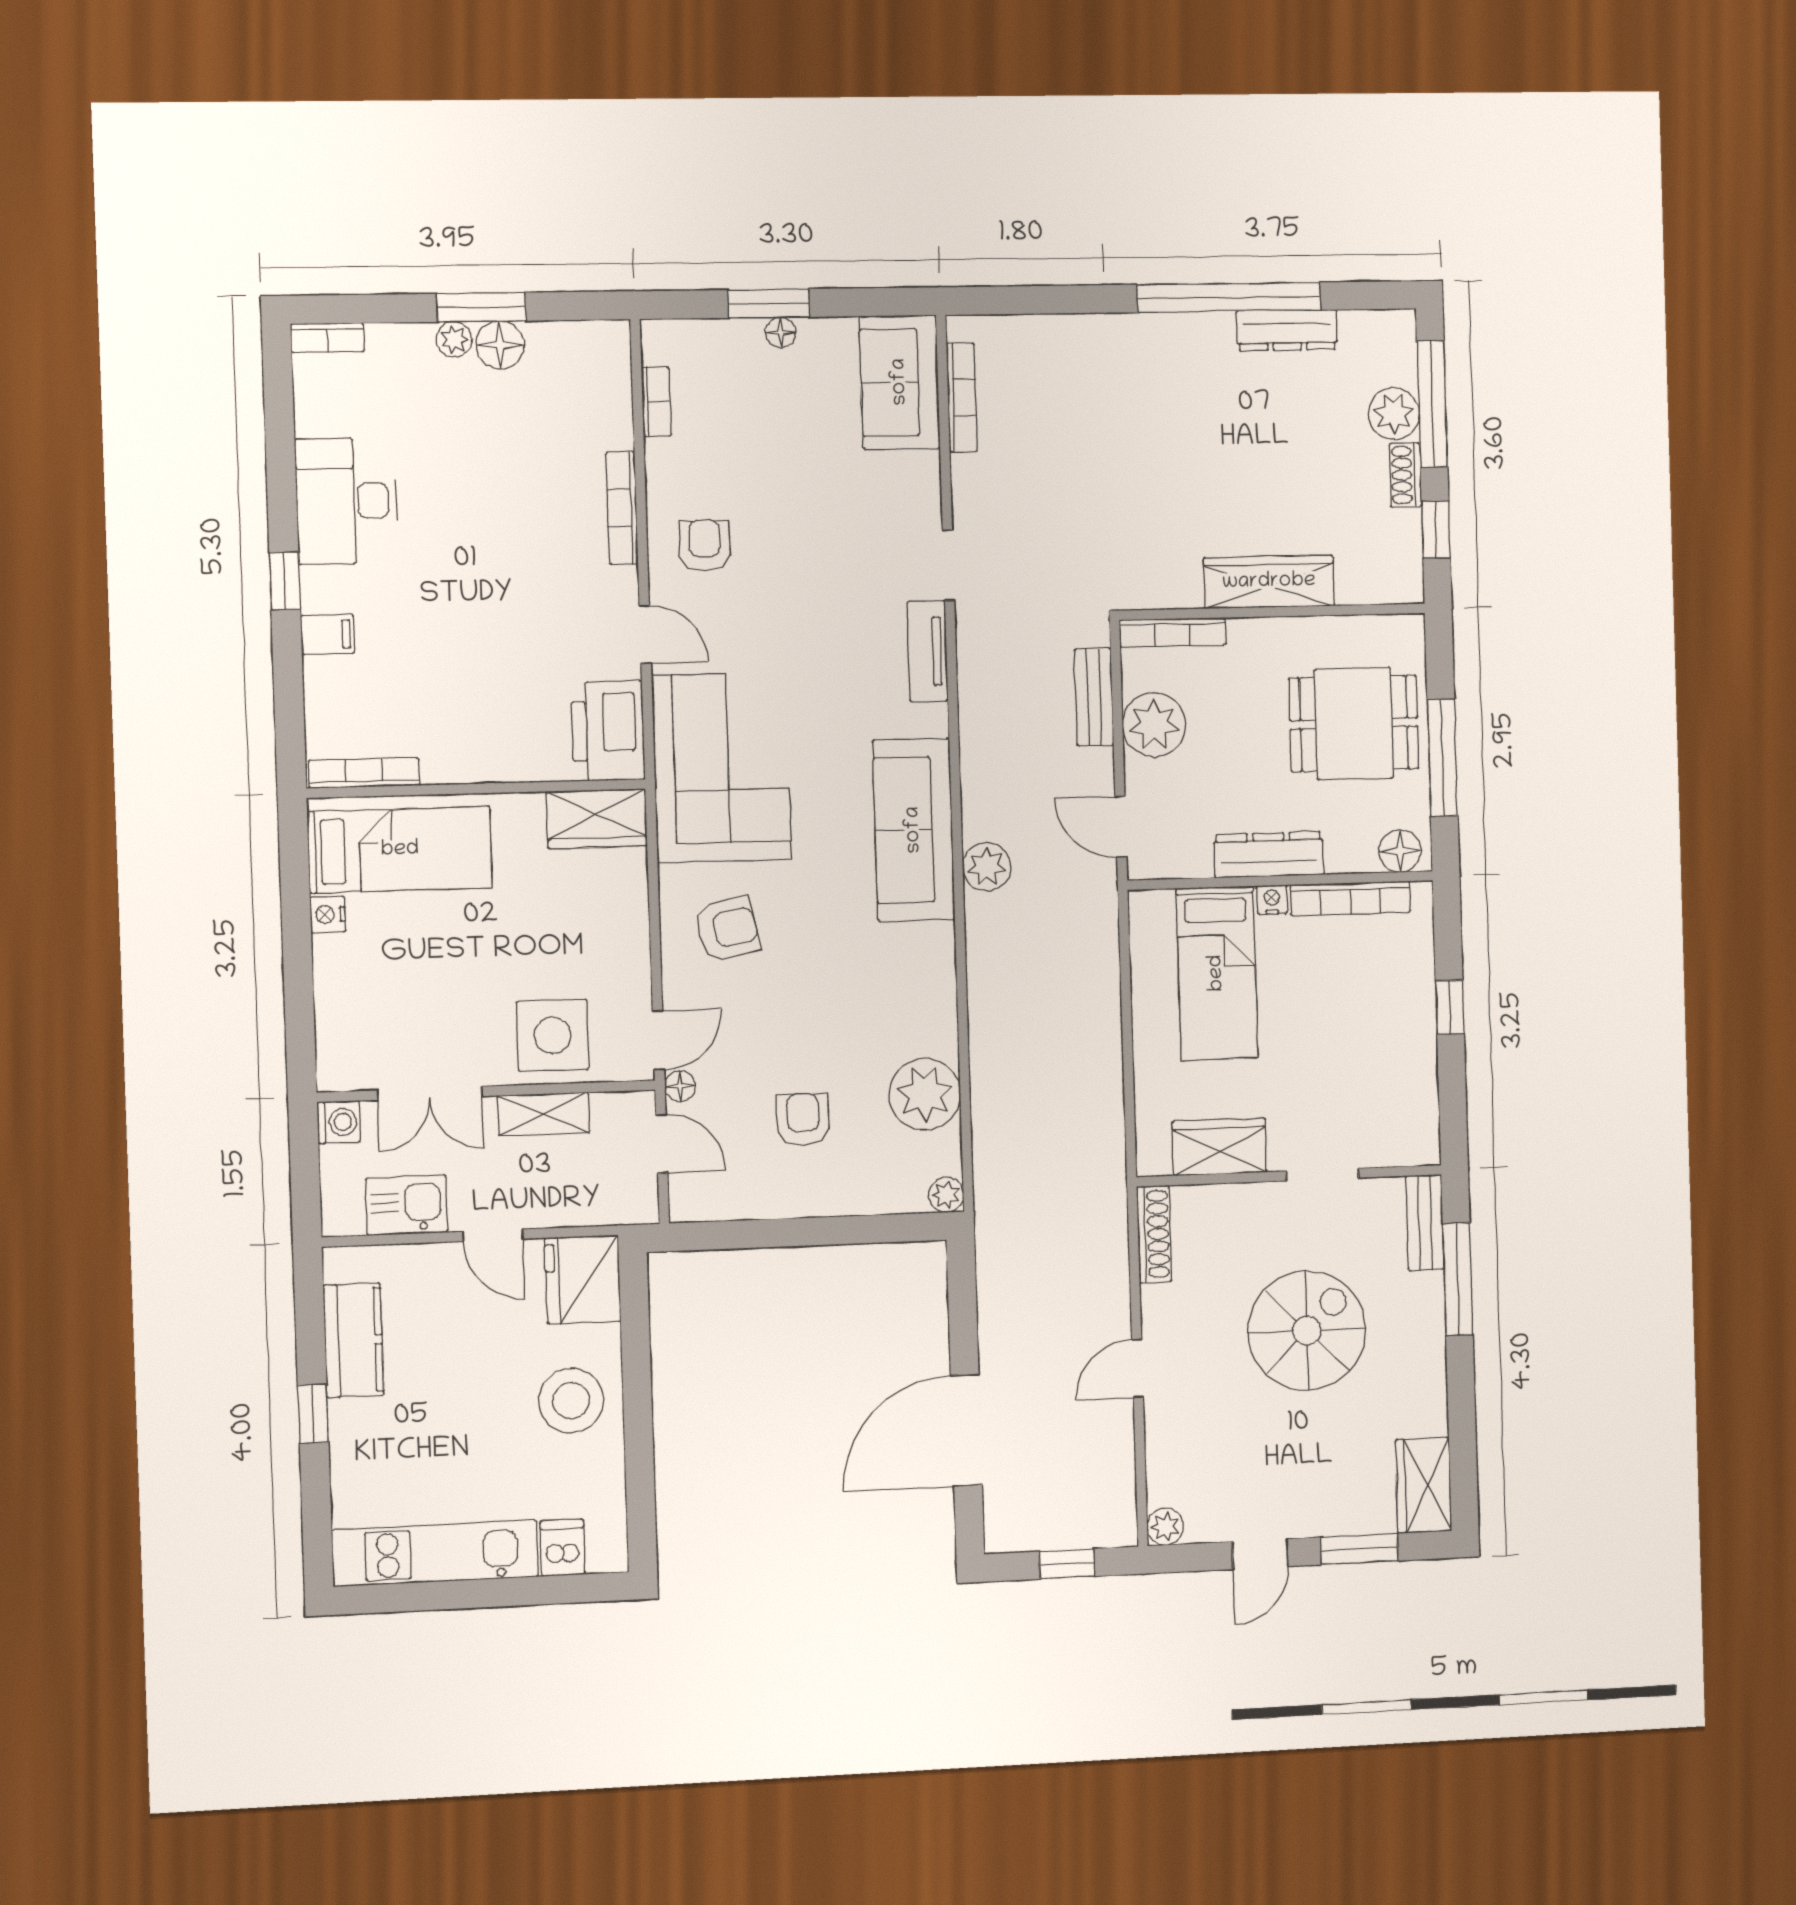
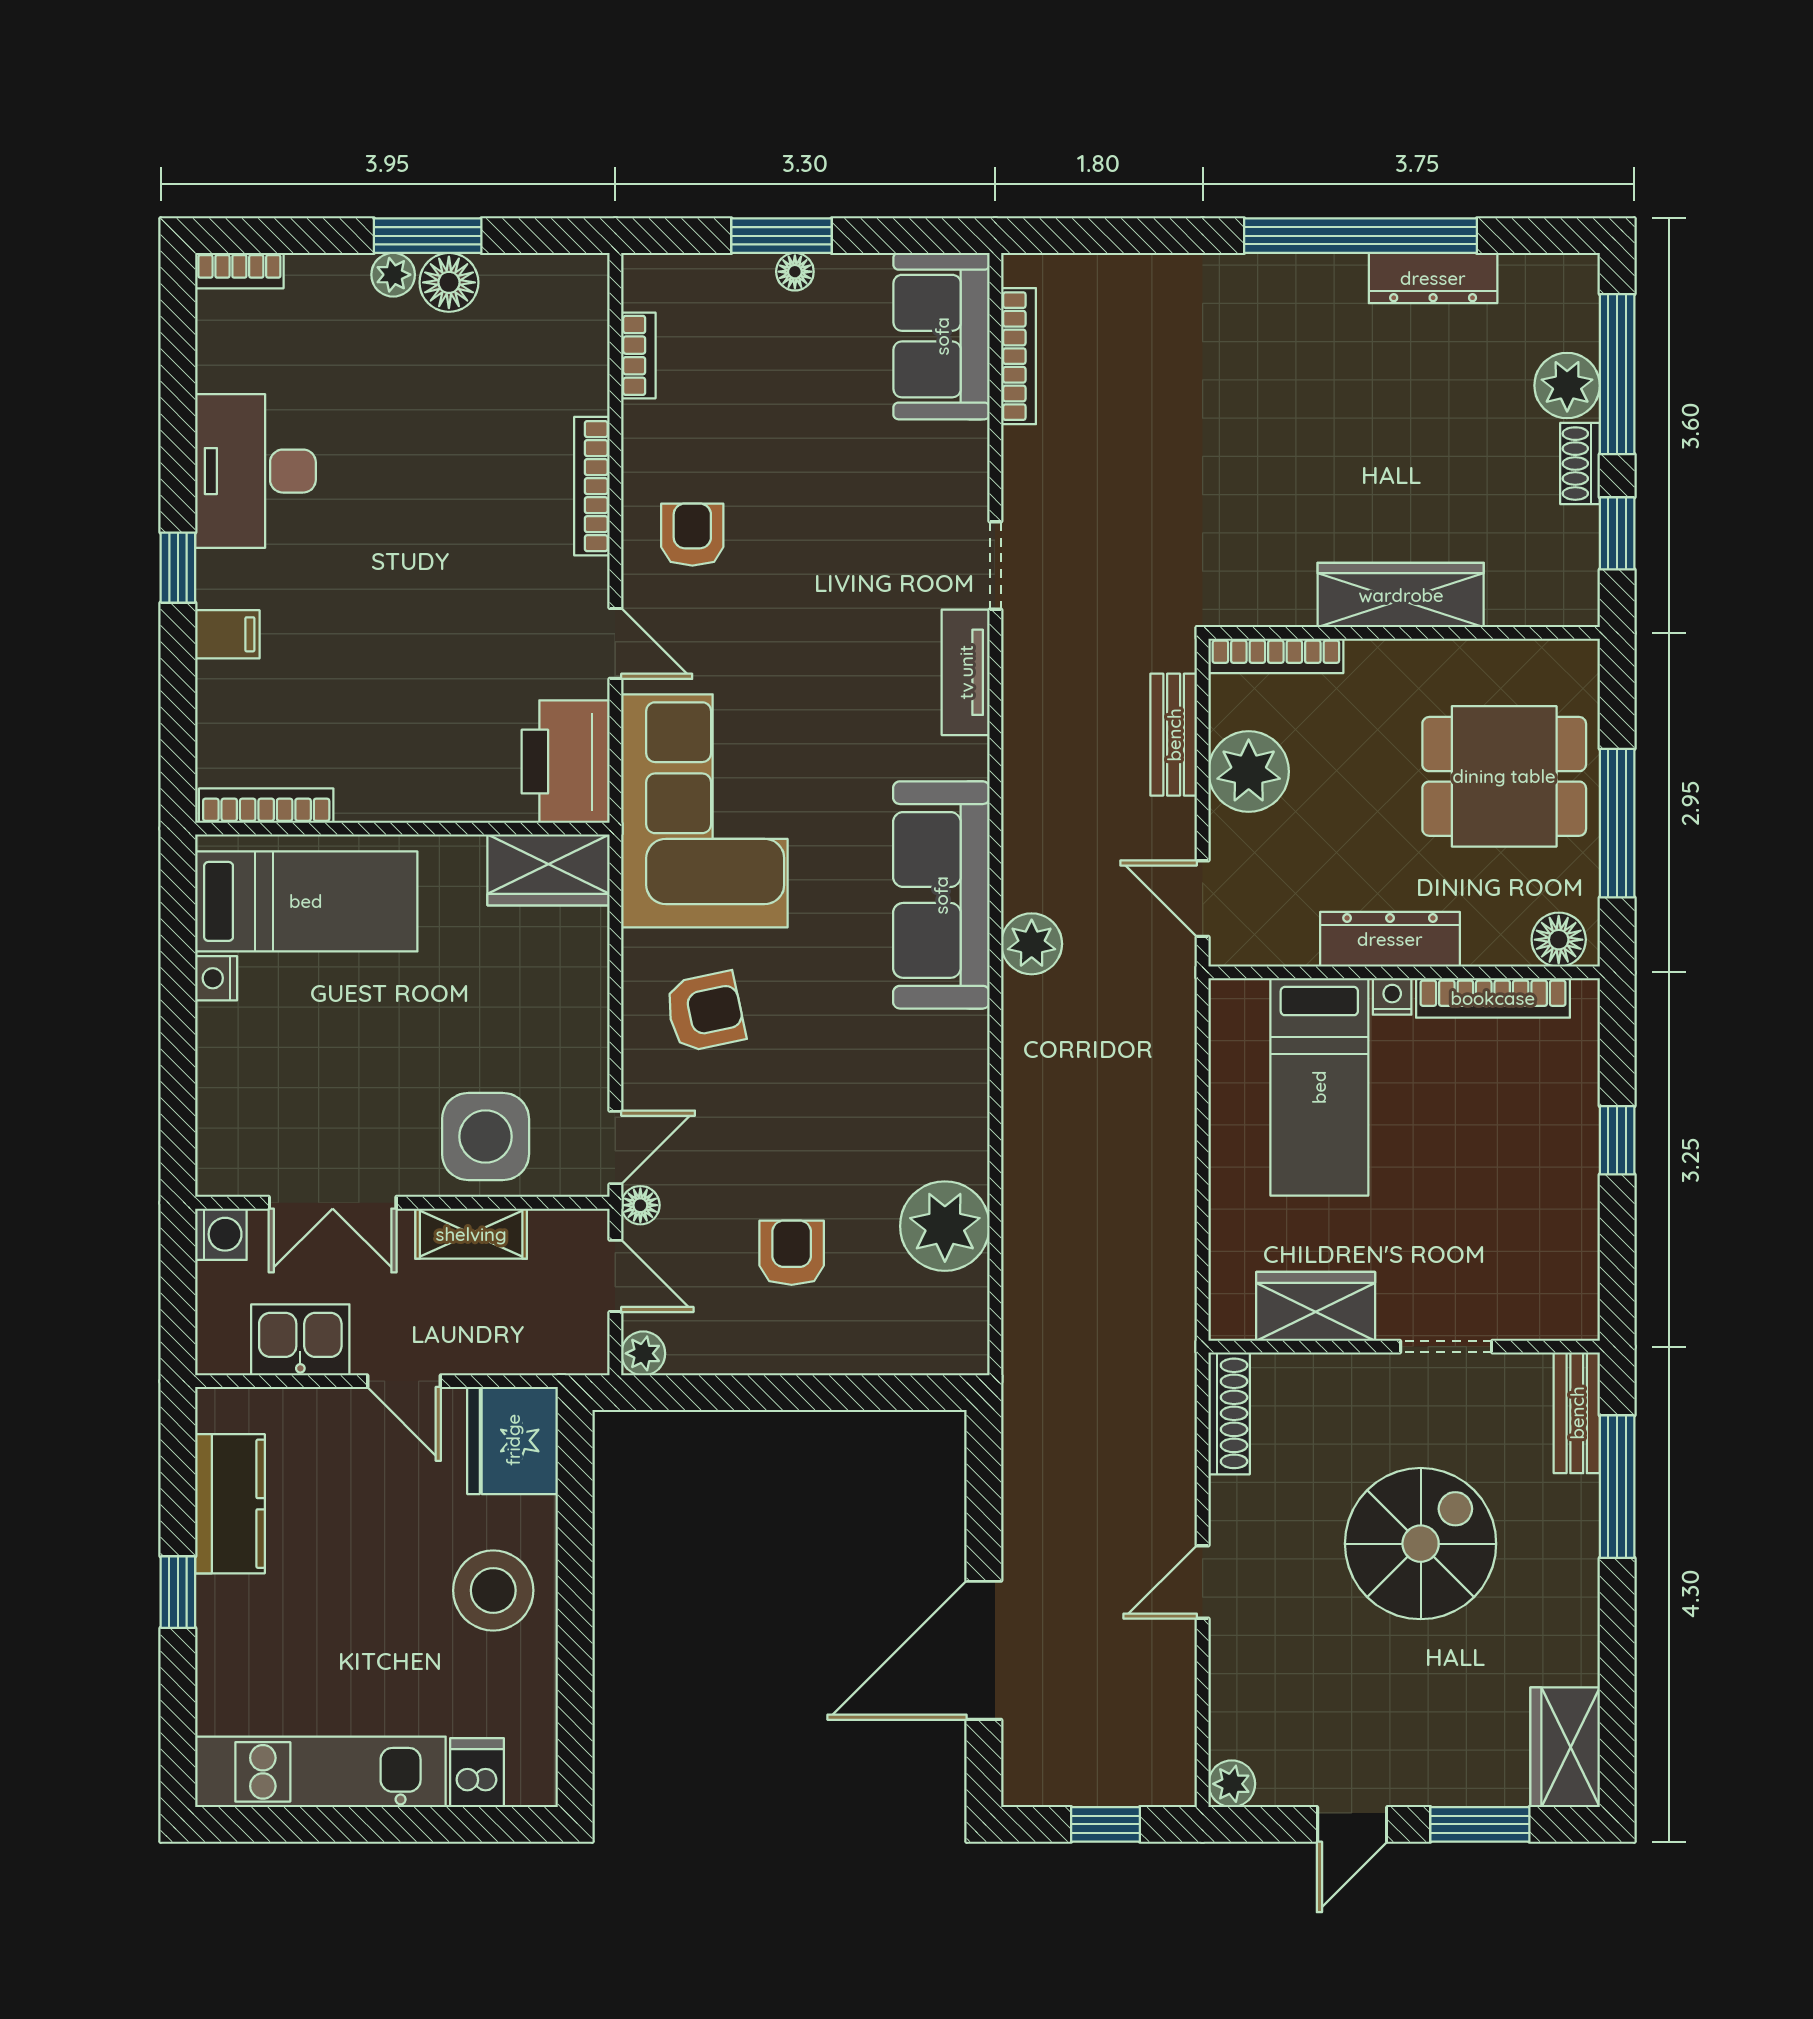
plant: (946, 1195) -> (643, 1353), moved

